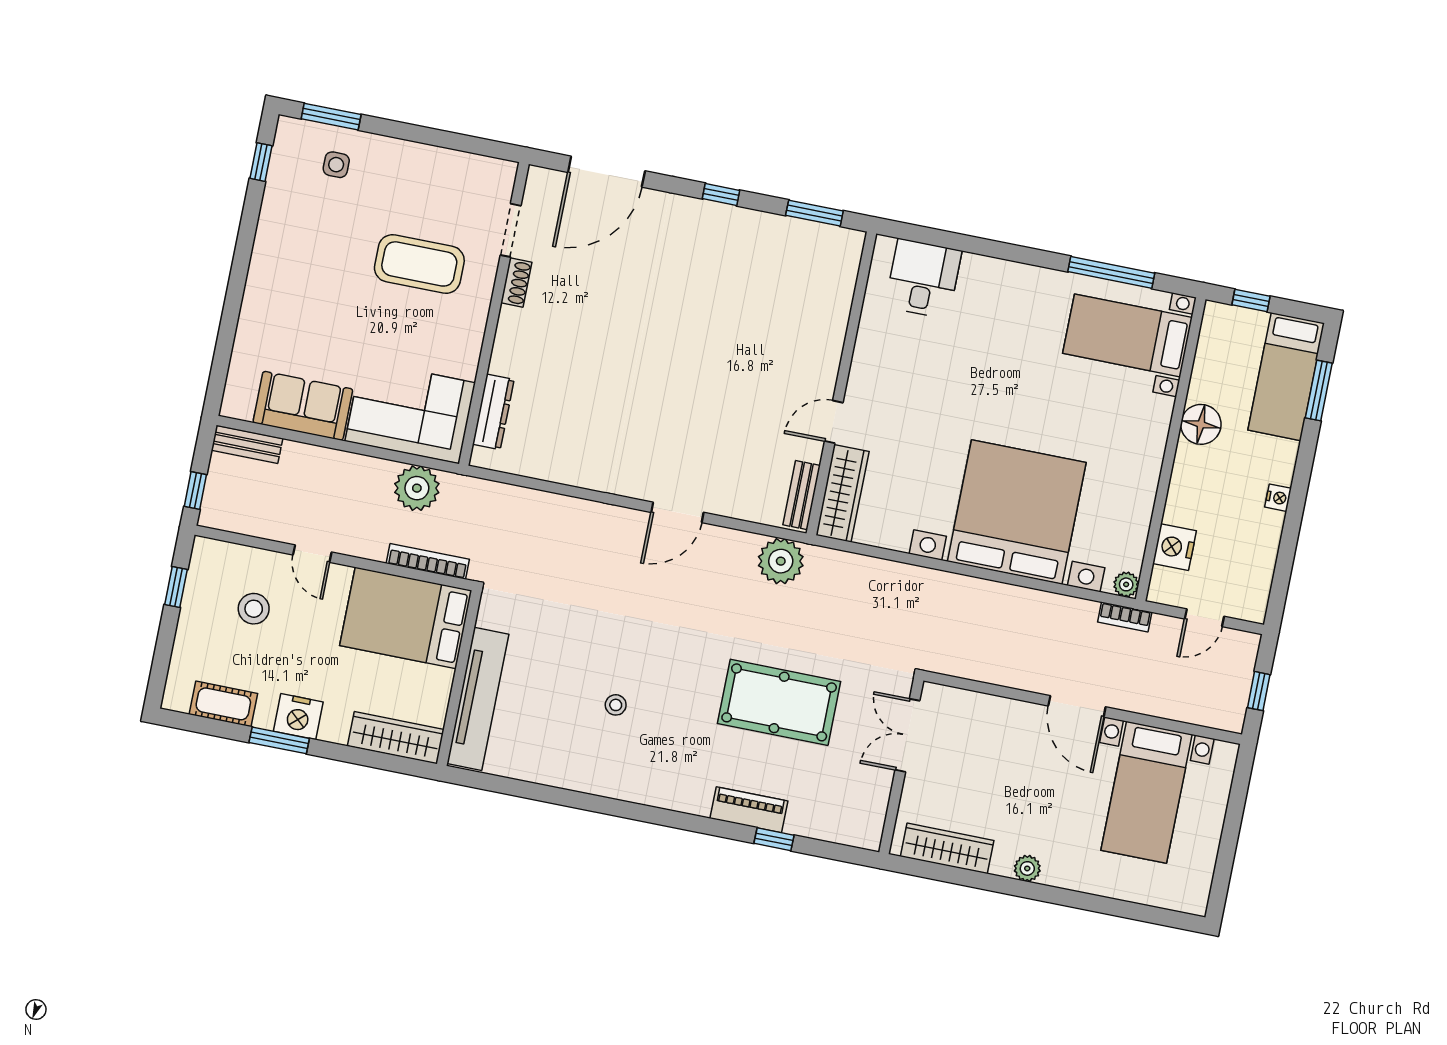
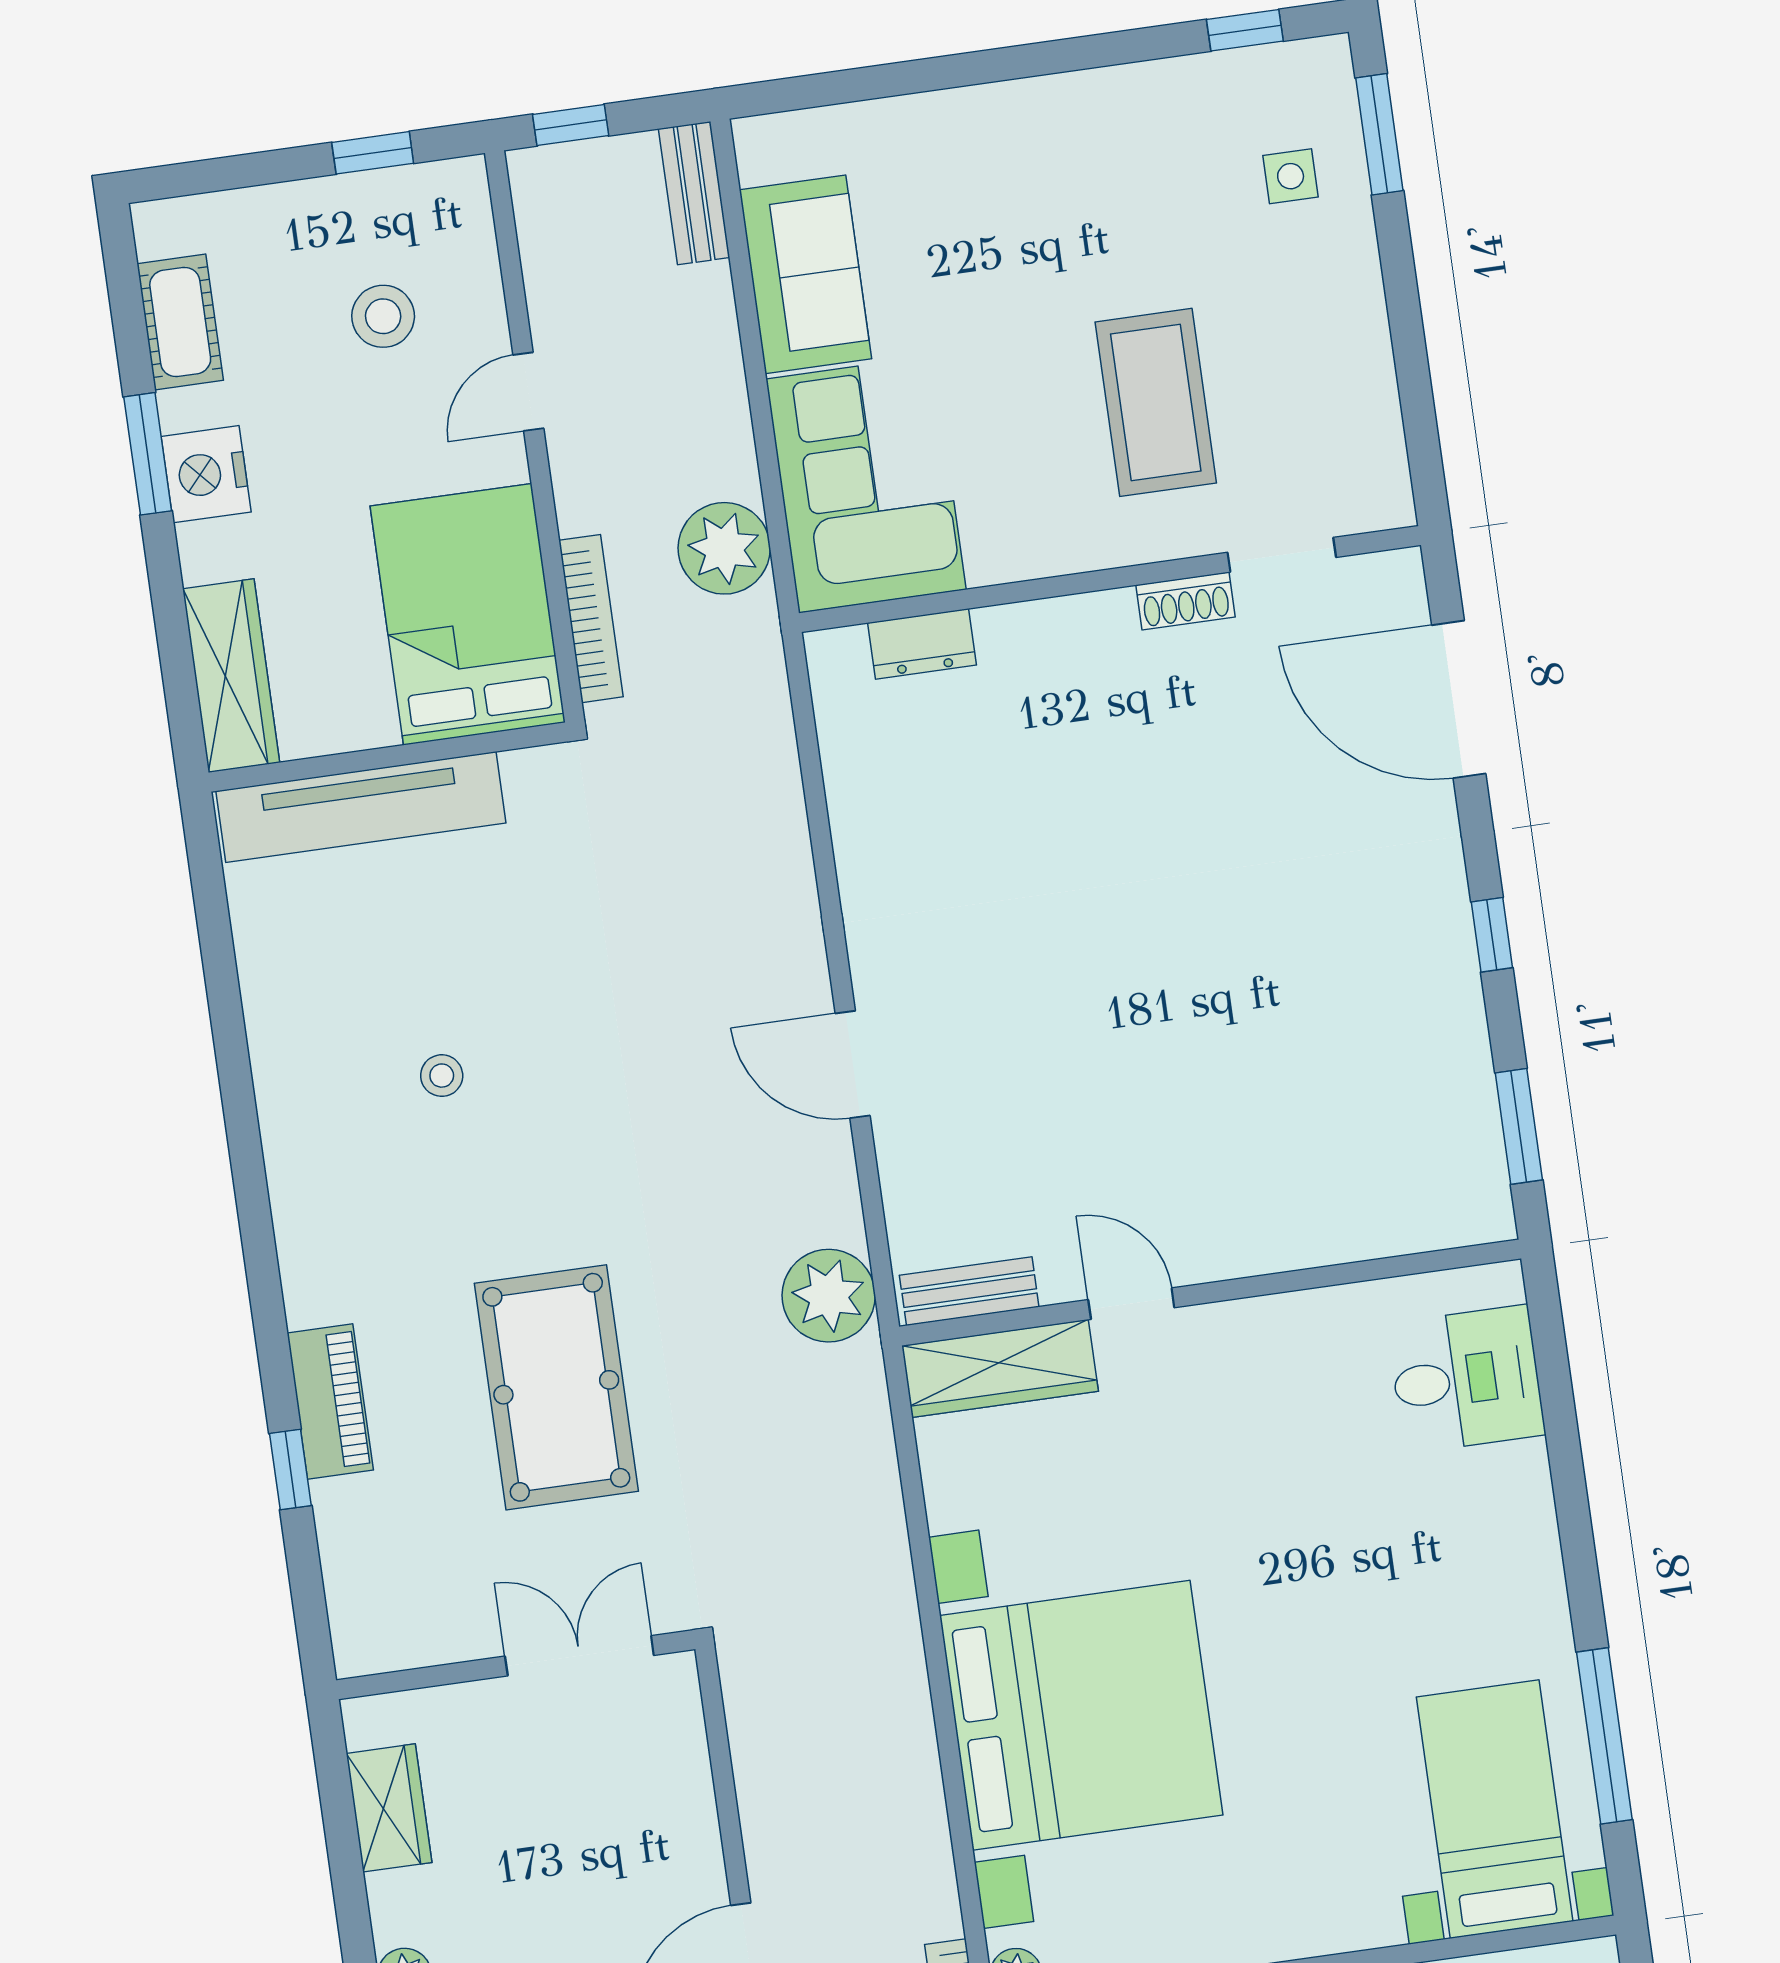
dresser: (493, 412) -> (922, 644), width x0.70
wardrobe: (947, 848) -> (389, 1808), width x0.67

